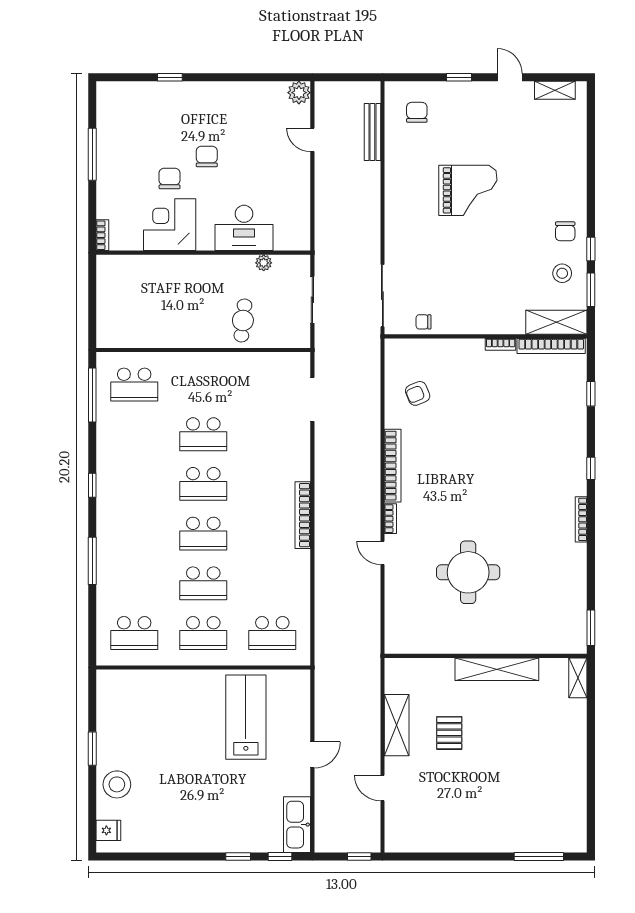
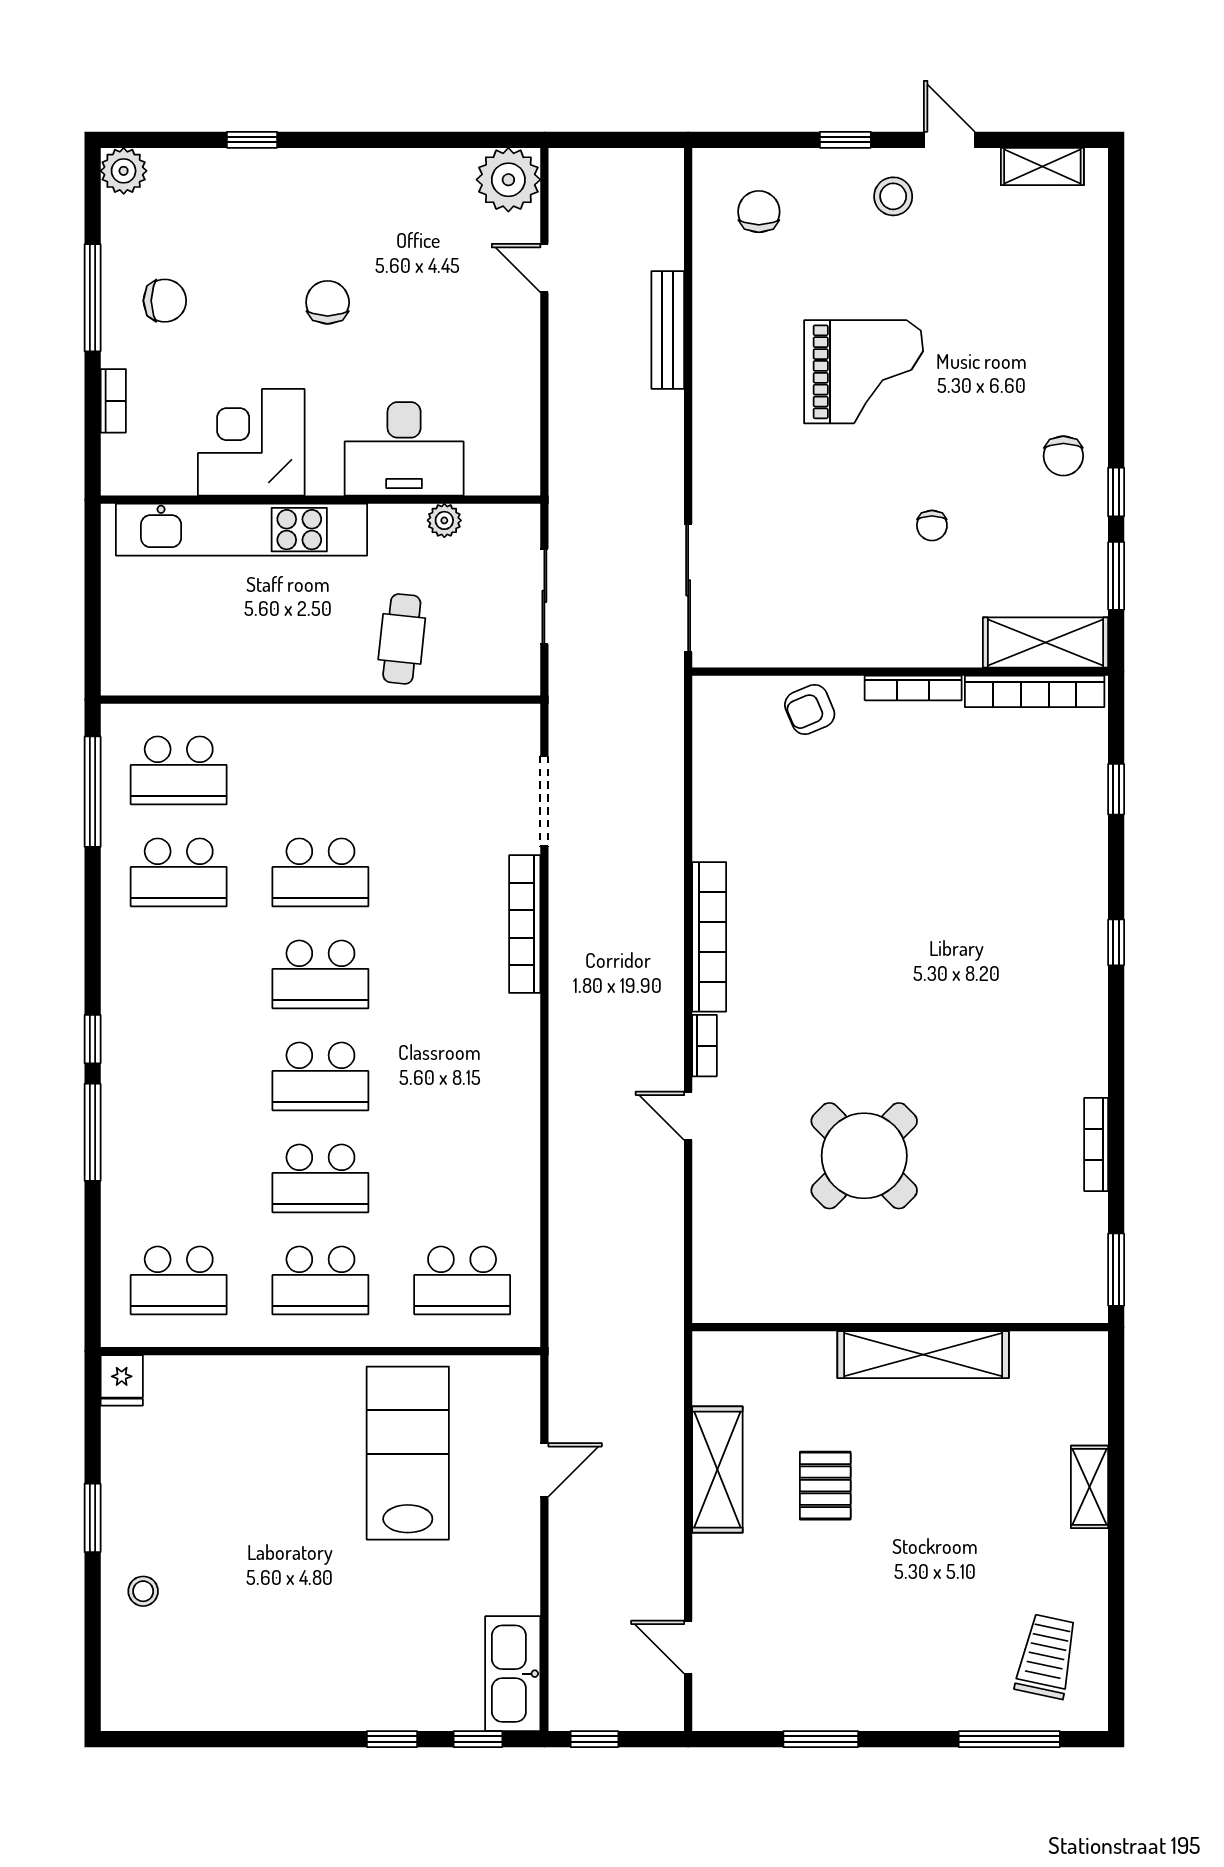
plant: (107, 92) -> (124, 171), added
plant: (299, 93) -> (508, 180), width x1.36, depth x1.36
bench: (372, 132) -> (668, 330), moved
chair: (170, 178) -> (165, 301), moved, turned 90
bookcase: (102, 235) -> (113, 401), moved
kitchen unit: (165, 267) -> (241, 530), added
stool: (562, 273) -> (893, 196), moved
chair: (423, 322) -> (932, 525), moved, turned -90
bookcase: (501, 344) -> (913, 688), width x1.56
armchair: (418, 393) -> (810, 710), moved
school desk: (134, 434) -> (179, 872), added
window: (92, 485) -> (93, 1039), moved
bookcase: (303, 515) -> (525, 924), moved
bookcase: (581, 519) -> (1096, 1144), moved
round table: (468, 572) -> (864, 1156), turned 45
shelving: (578, 678) -> (1089, 1487), moved
door: (312, 755) -> (544, 1470), moved
stool: (117, 784) -> (143, 1591), width x0.53, depth x0.53
door: (382, 788) -> (688, 1647), moved
trolley: (557, 816) -> (1046, 1657), added
fridge: (108, 830) -> (122, 1380), moved, turned 90
window: (359, 856) -> (594, 1739), moved
window: (447, 856) -> (821, 1739), added

